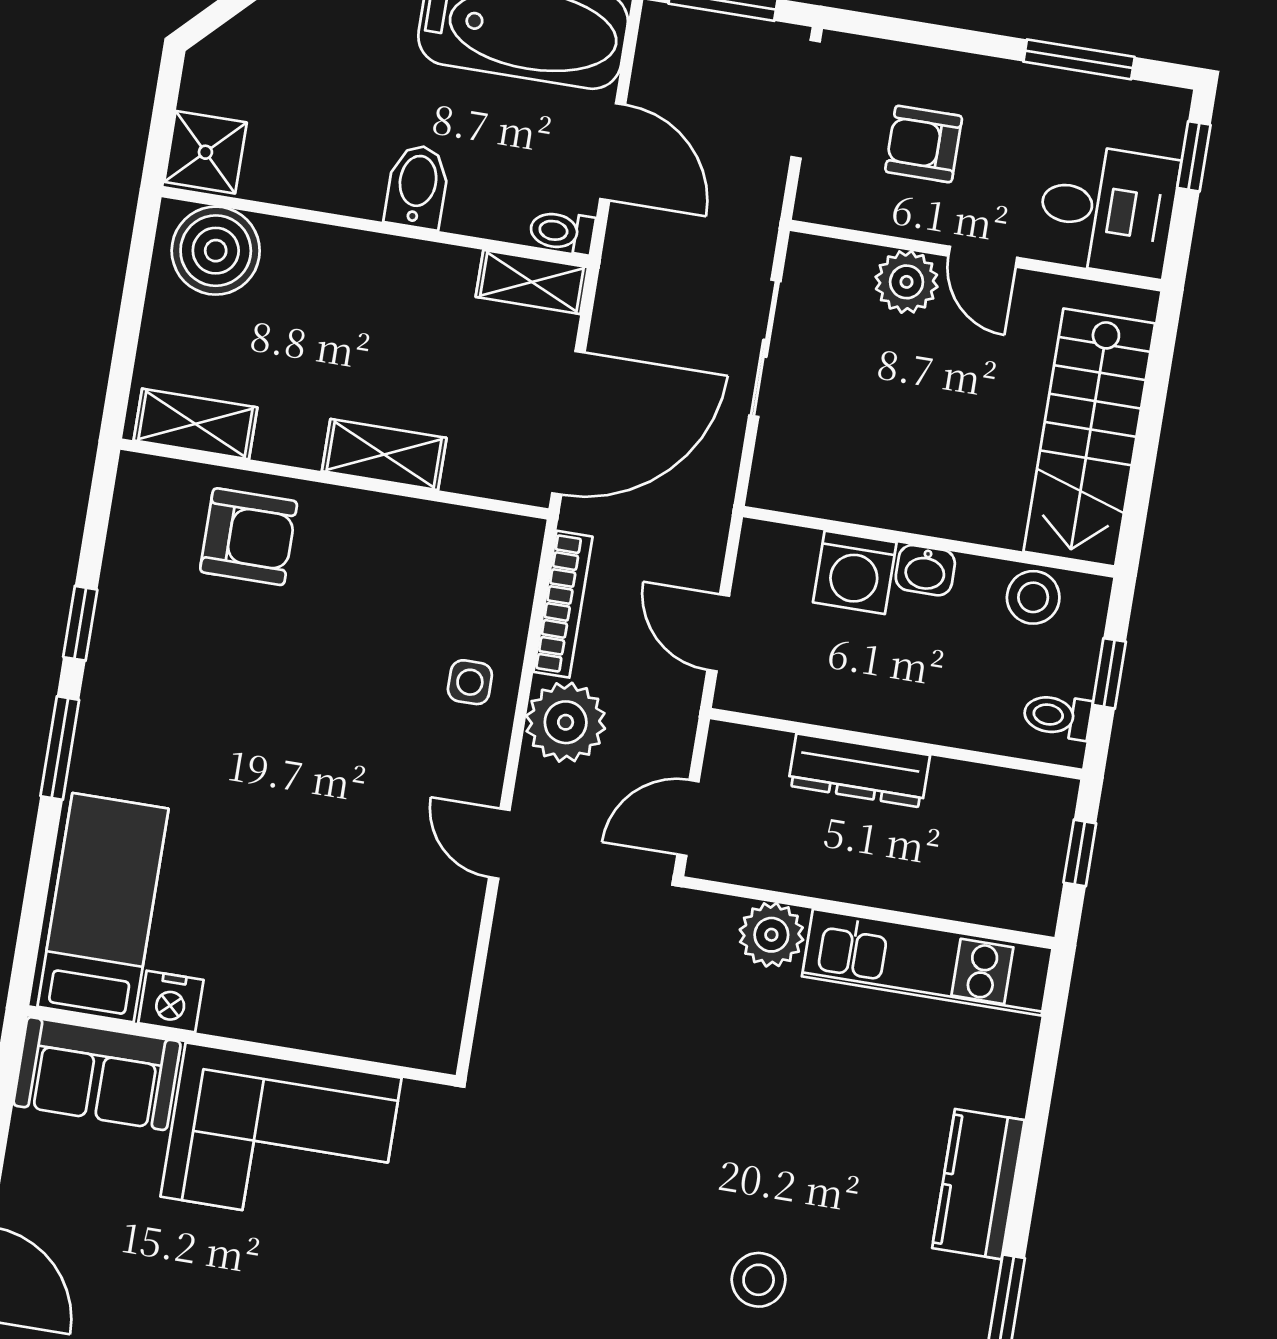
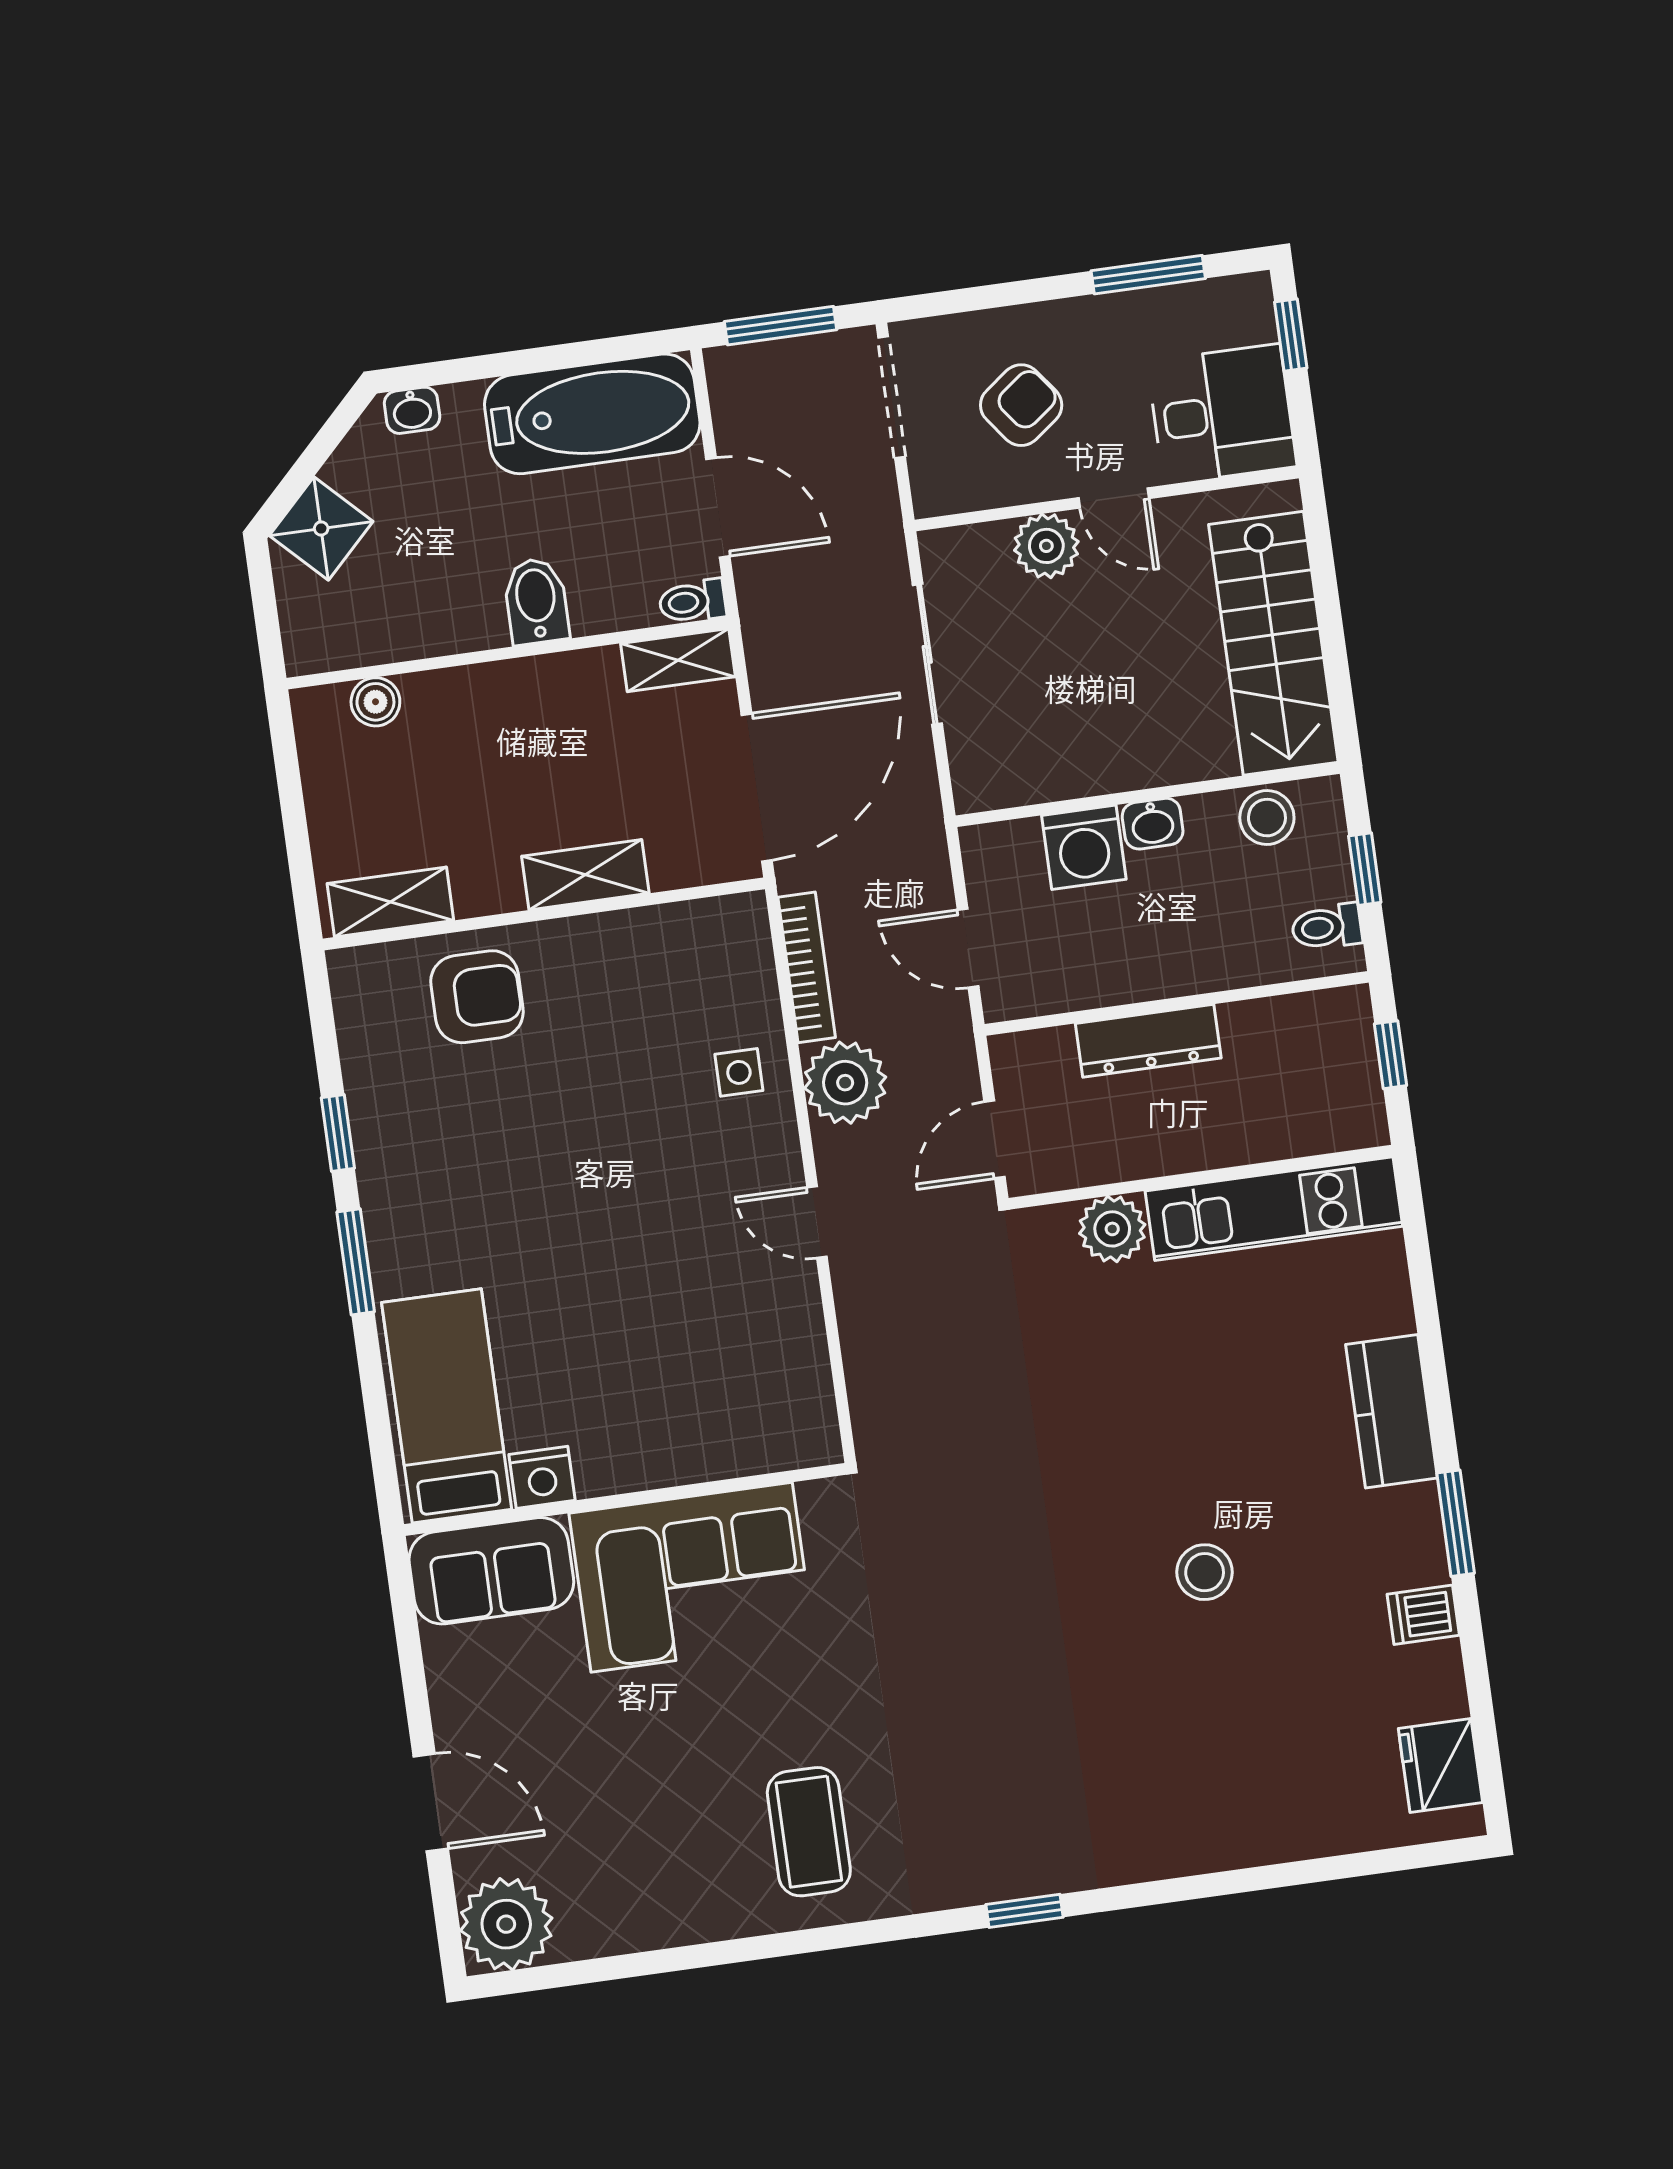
armchair: (924, 144) -> (1021, 405), turned 143
shower: (205, 152) -> (321, 528), moved, turned 45
boiler: (216, 251) -> (375, 702), width x0.54, depth x0.54

